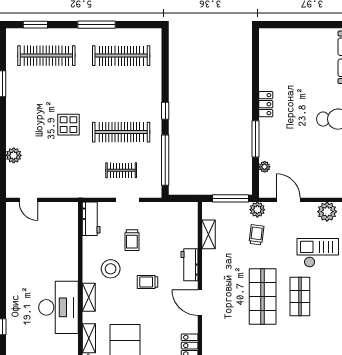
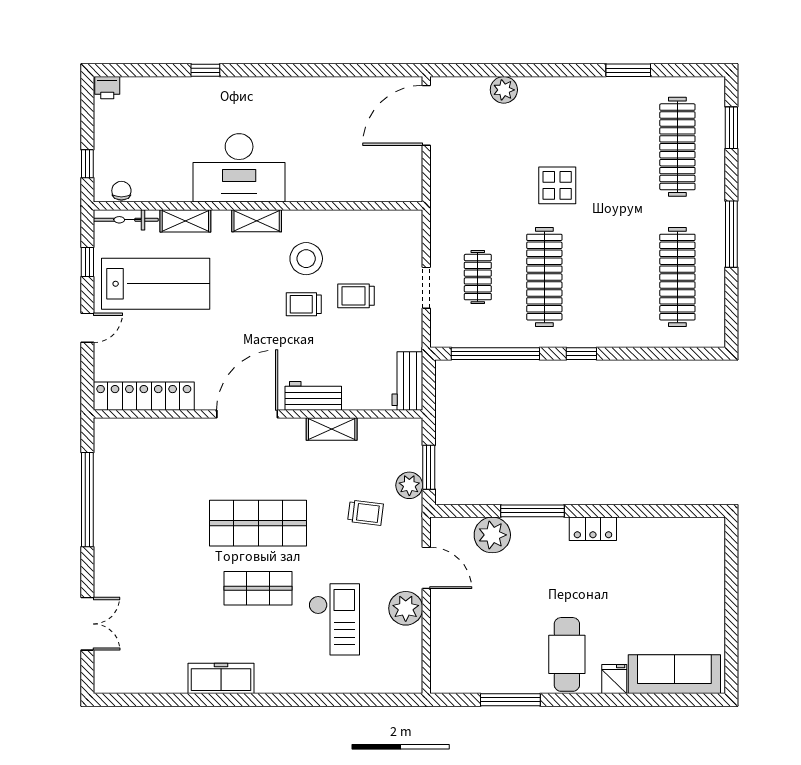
plant: (265, 167) -> (492, 535), width x1.88, depth x1.88
window: (230, 198) -> (429, 467), width x0.69
door: (28, 200) -> (426, 115), width x1.87
door: (288, 200) -> (426, 568), hinge flipped
plant: (257, 210) -> (409, 485), moved
plant: (327, 212) -> (406, 608), moved
workbench: (91, 219) -> (407, 381), moved, turned 90
shelving: (209, 234) -> (332, 429), moved
trolley: (148, 282) -> (304, 304), moved, turned -90
door: (200, 303) -> (247, 414), width x1.36

